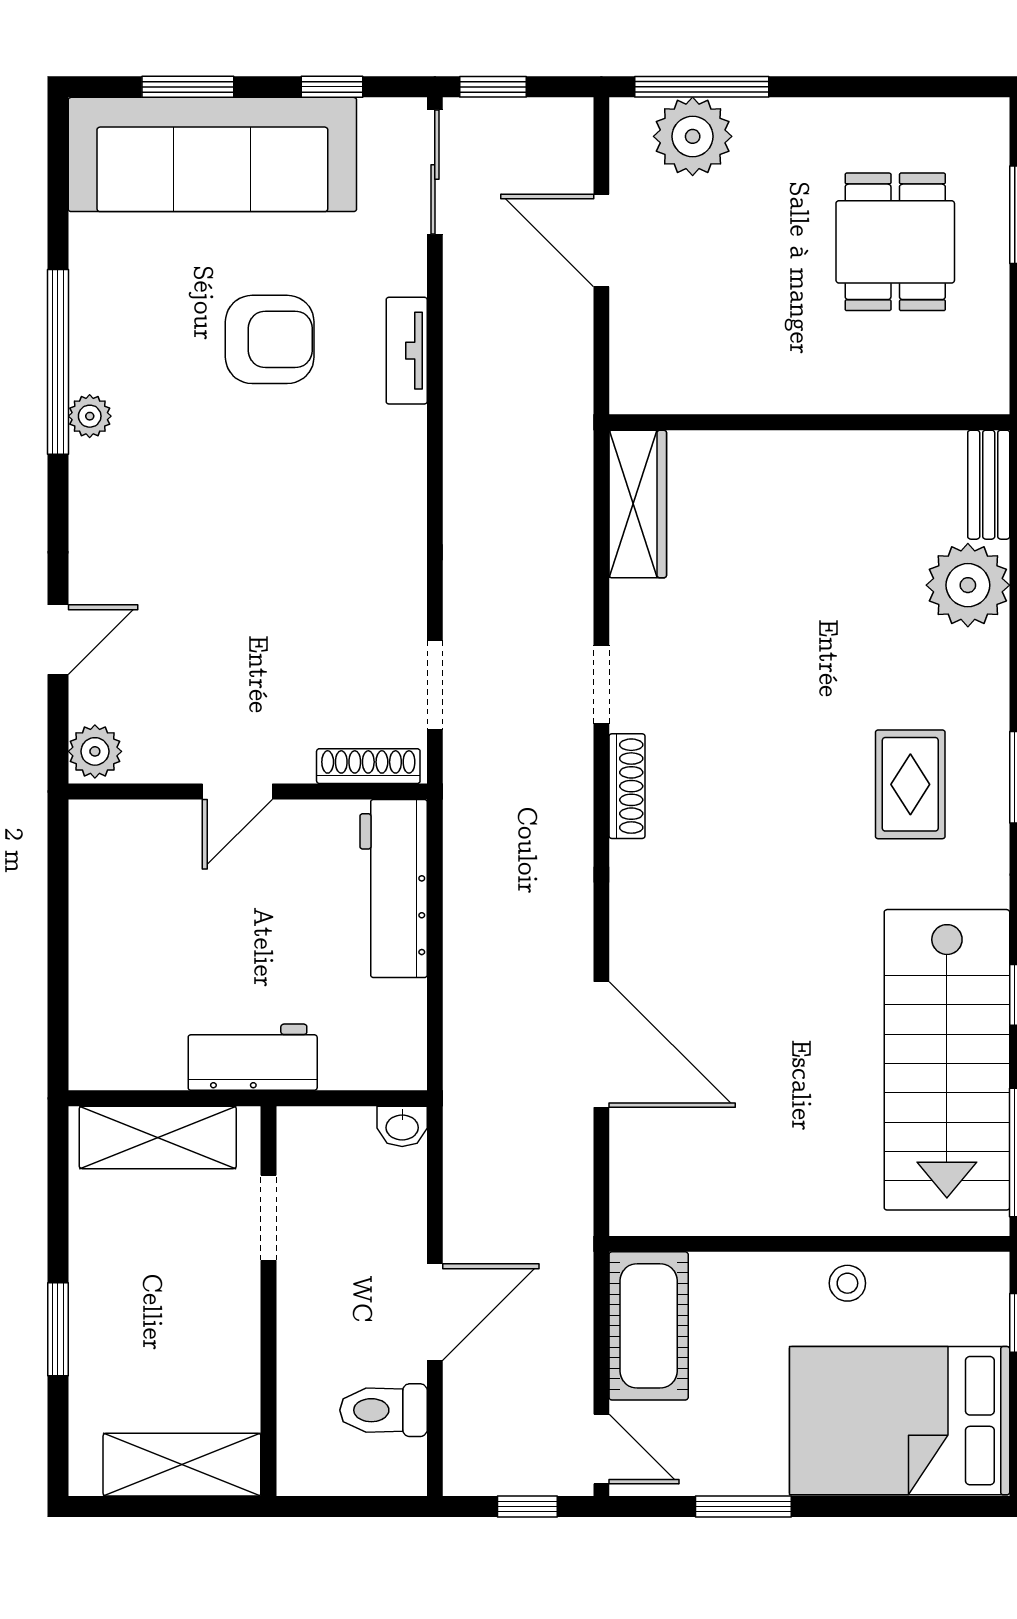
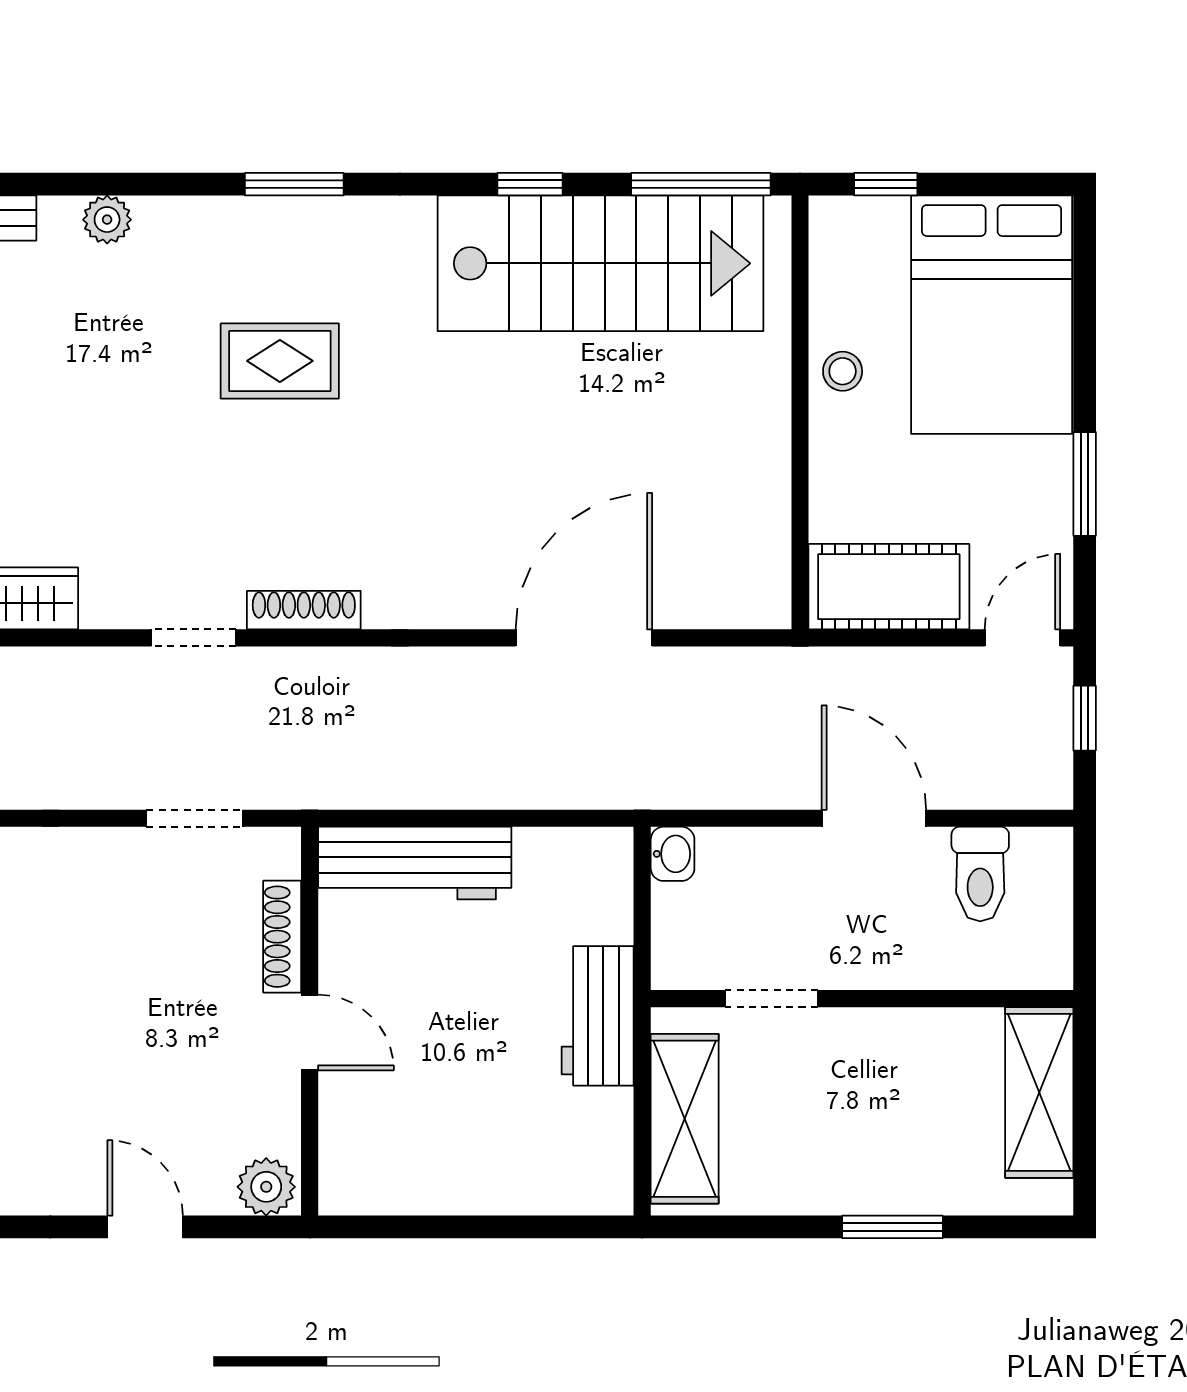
plant: (968, 585) -> (107, 220), width x0.53, depth x0.53
shoe rack: (368, 766) -> (282, 937), moved
rug: (910, 784) -> (280, 361), moved

